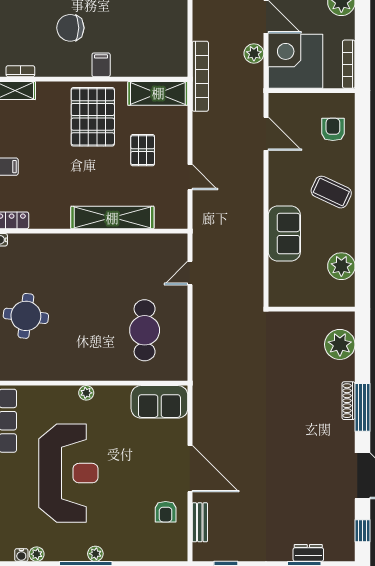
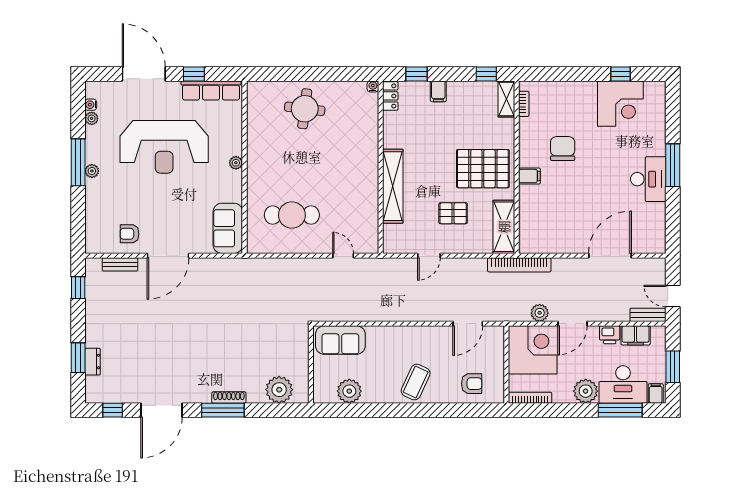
sofa: (284, 234) -> (340, 340), moved

